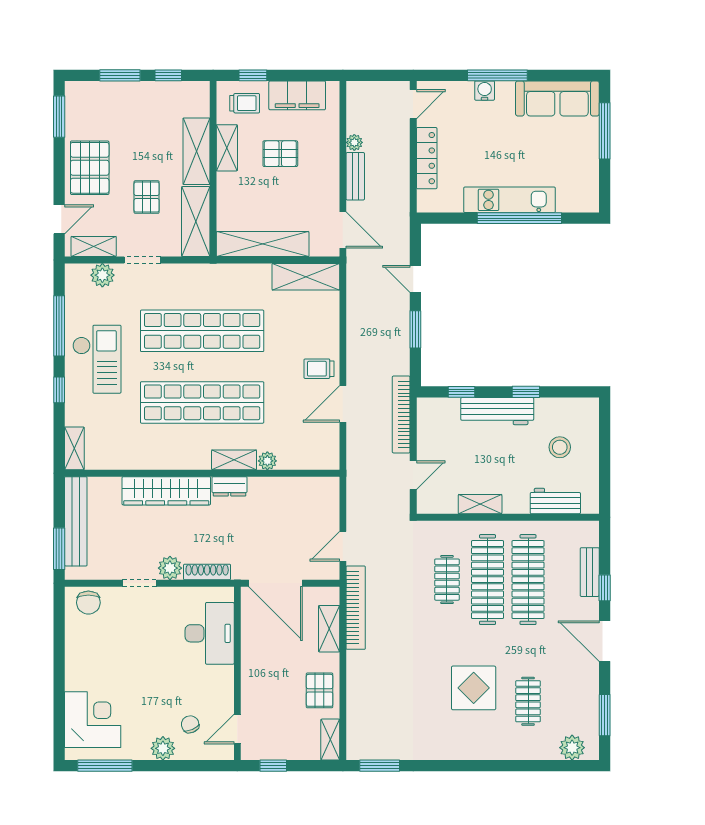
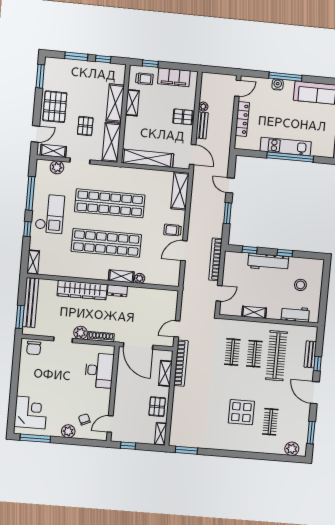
pallet: (280, 154) -> (183, 117), moved
shelving: (306, 277) -> (180, 191), moved, turned 90
clothes rail: (488, 580) -> (254, 354), width x0.54, depth x0.76

